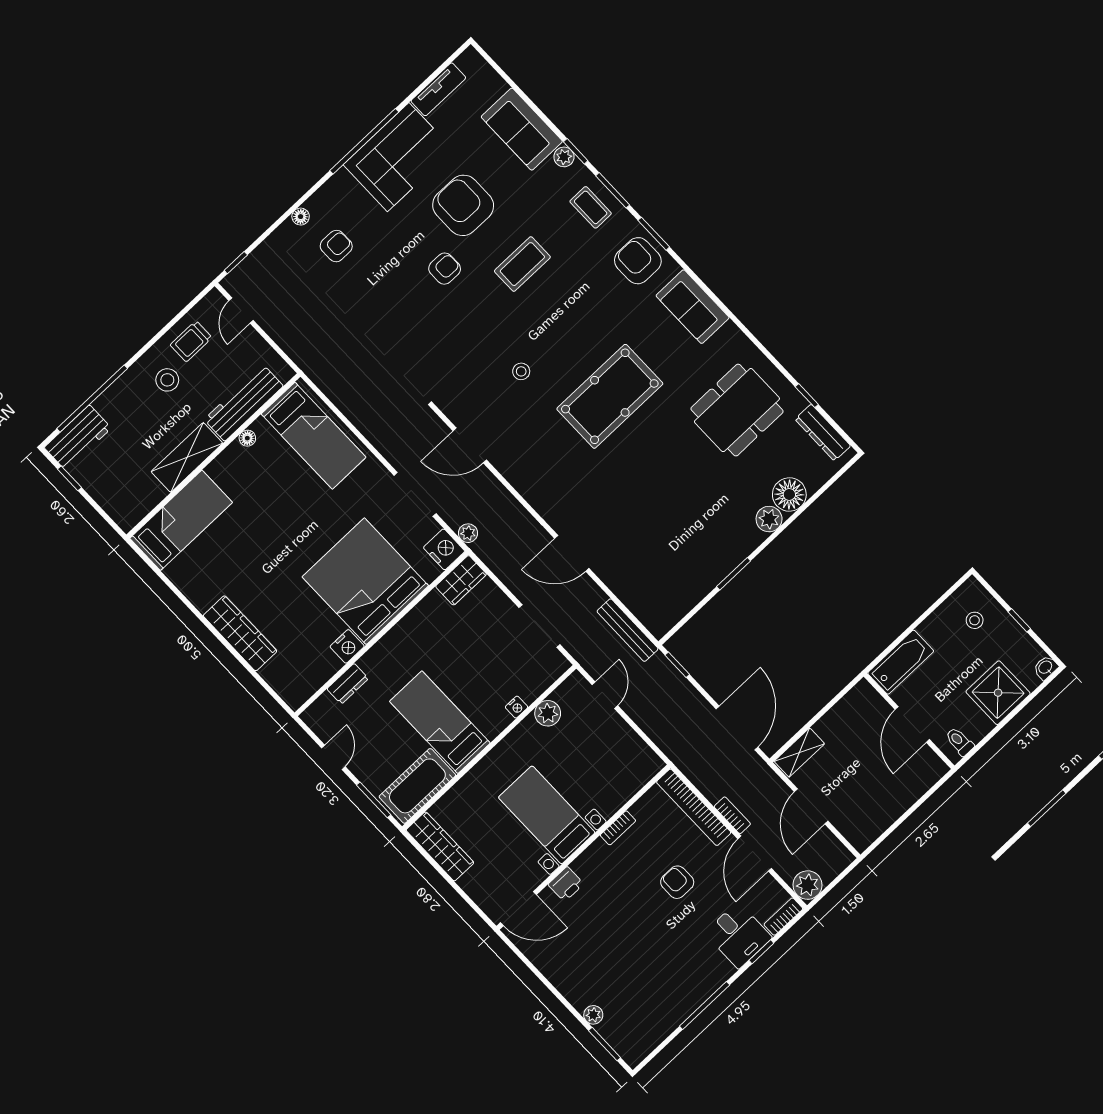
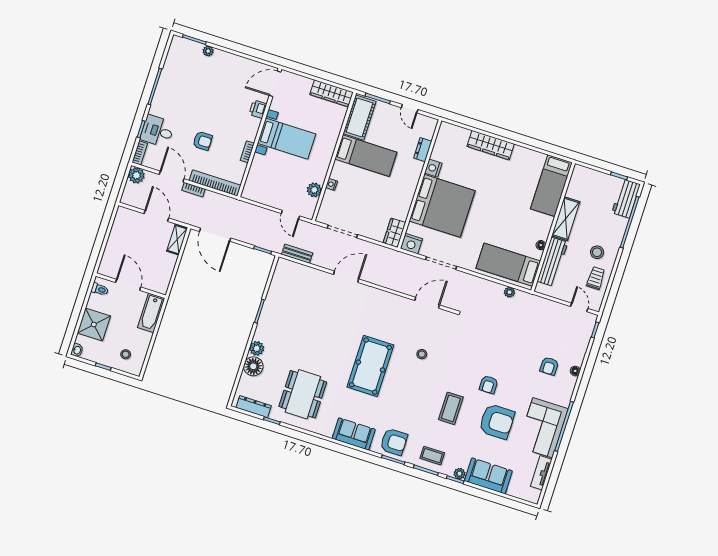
plant: (468, 533) -> (509, 292), moved
bench: (628, 630) -> (297, 254), width x0.73

